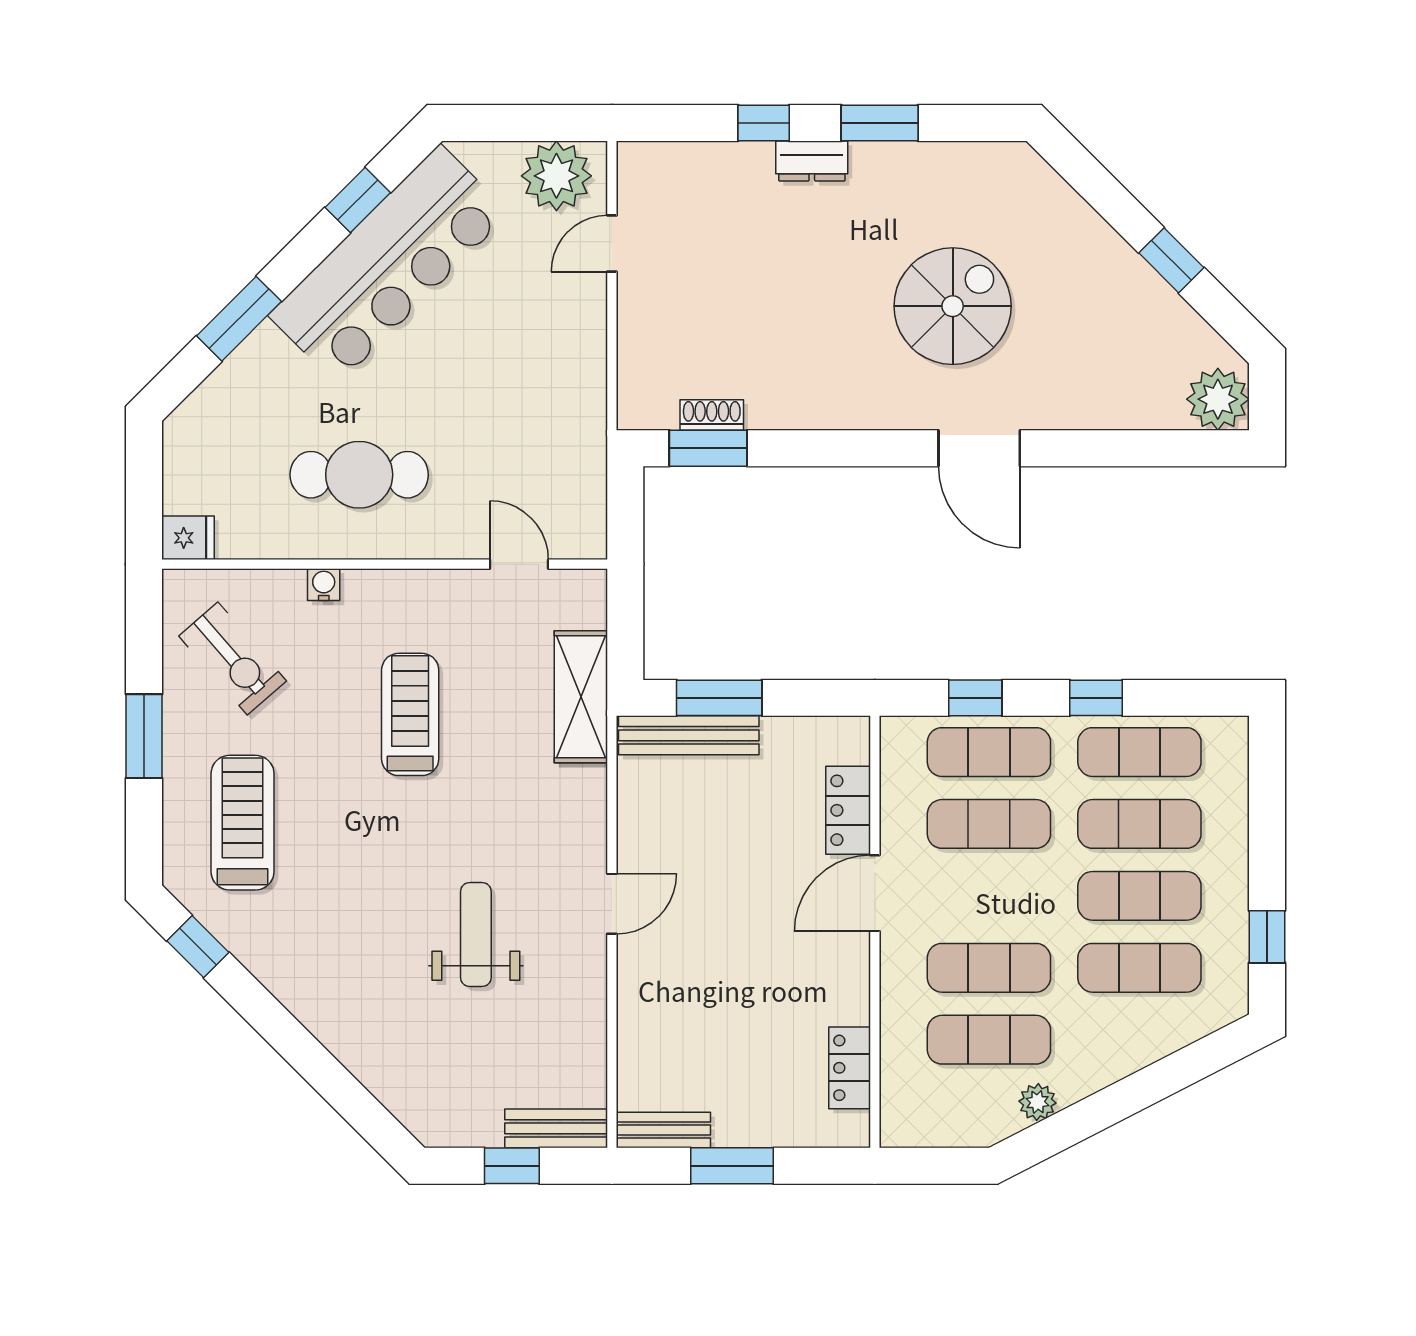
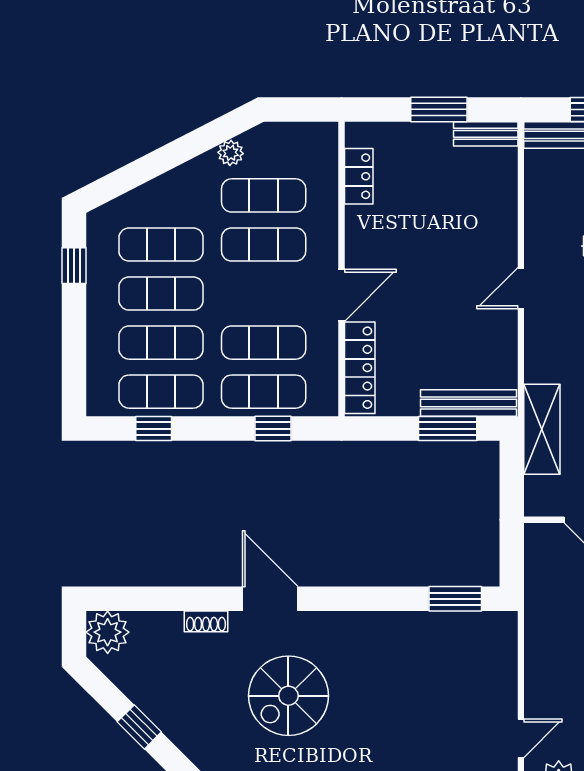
shoe rack: (712, 415) -> (206, 621), moved
window: (1096, 698) -> (154, 429), moved
locker: (848, 810) -> (360, 368), width x1.53

